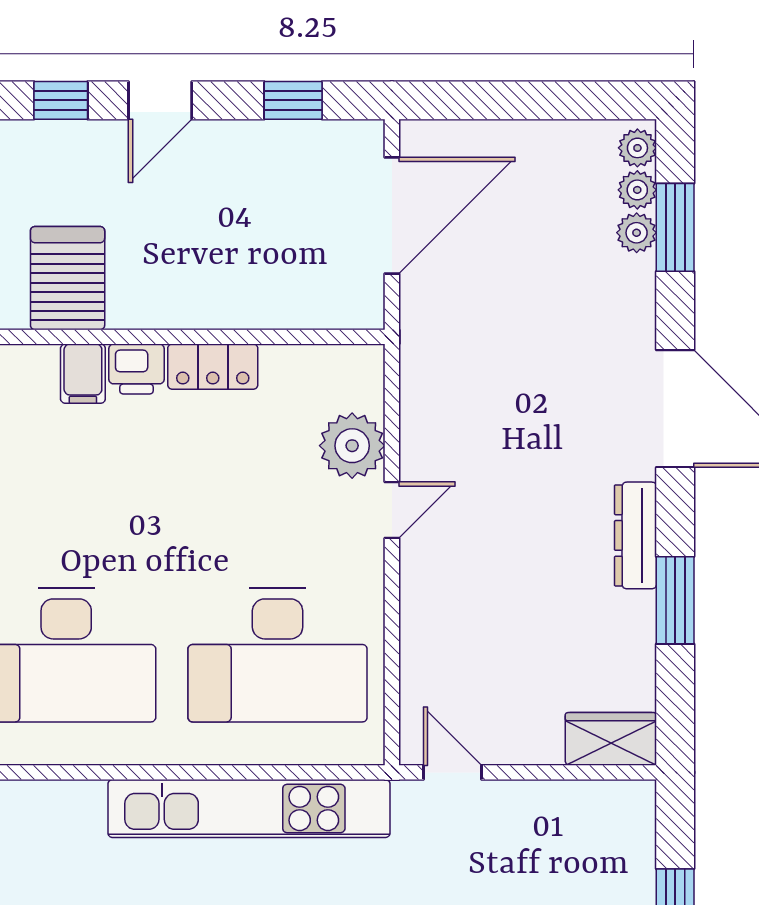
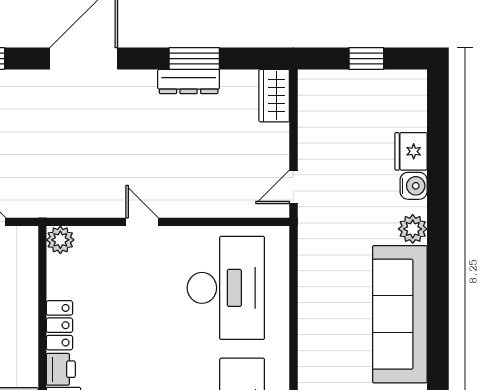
plant: (352, 446) -> (60, 240), moved, width x0.73, depth x0.73
dresser: (636, 535) -> (189, 81), moved
kitchen unit: (249, 808) -> (314, 304), removed

